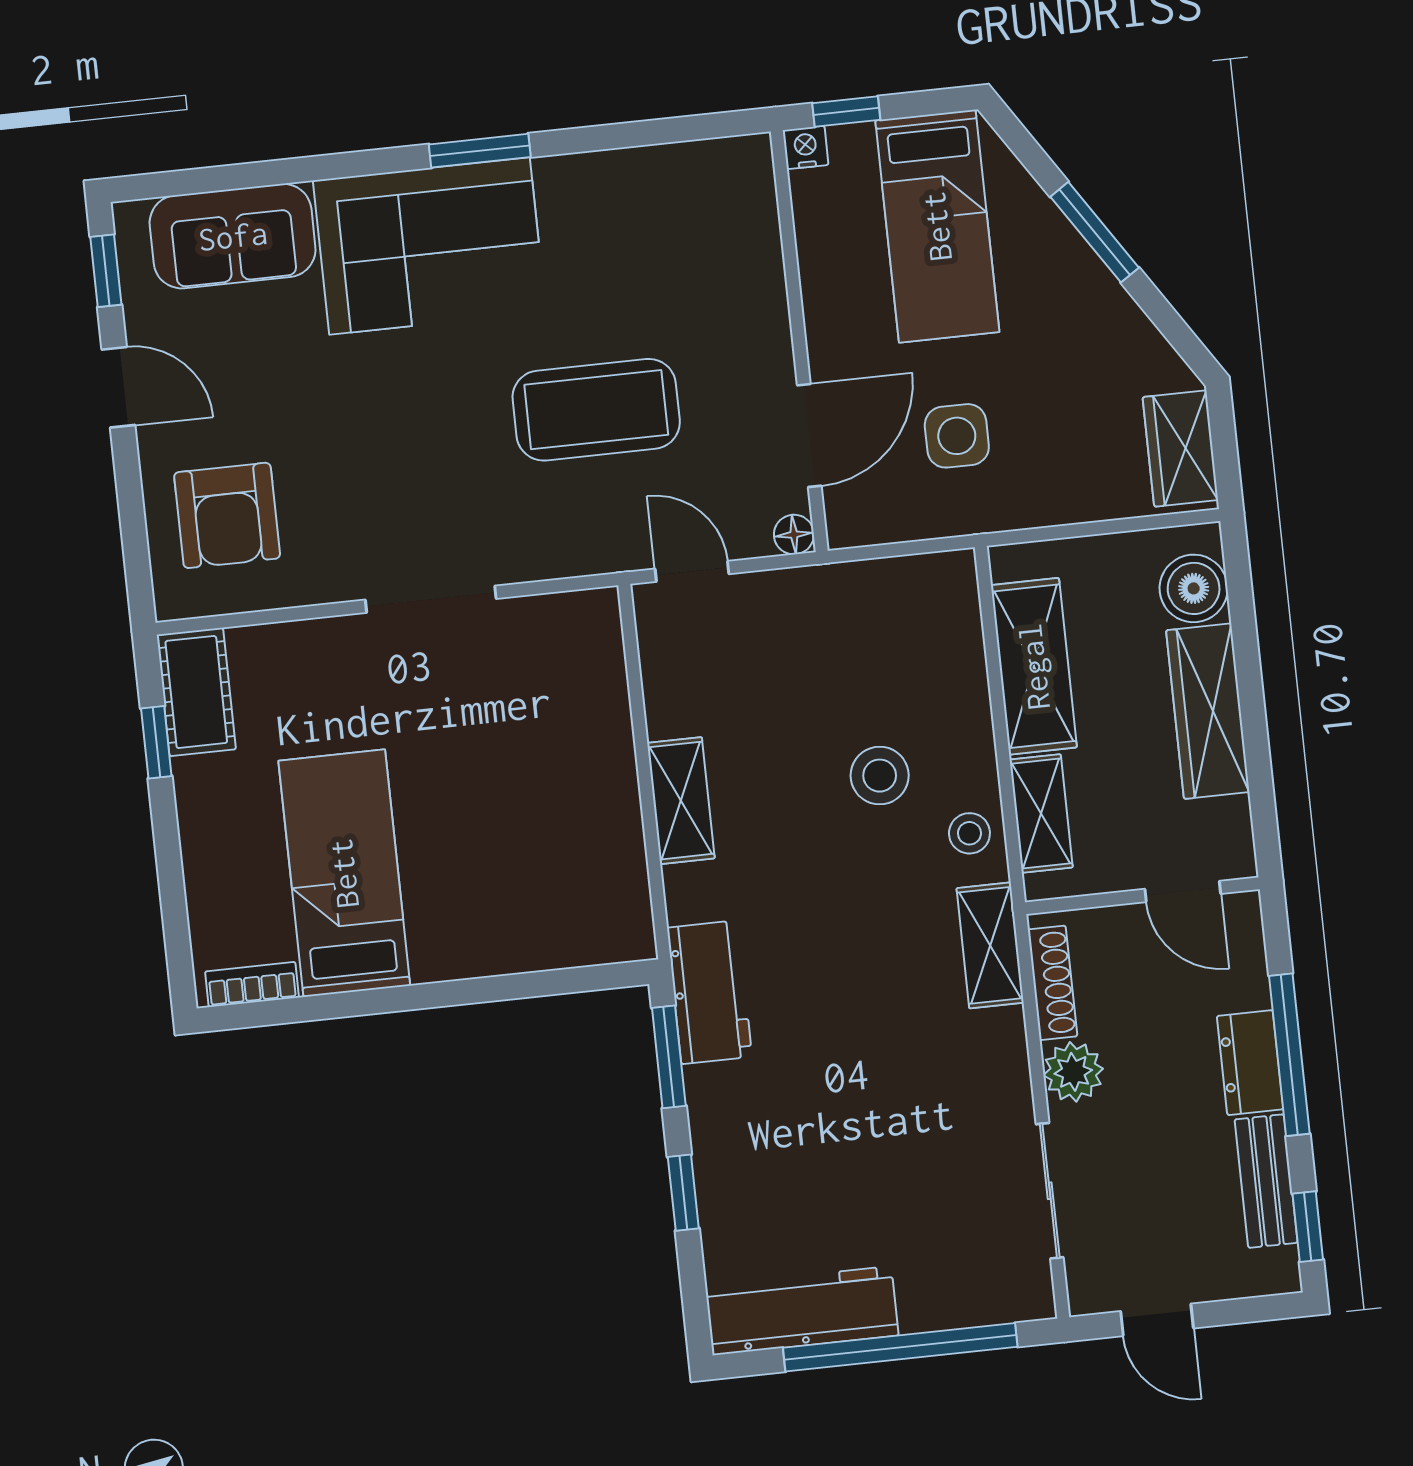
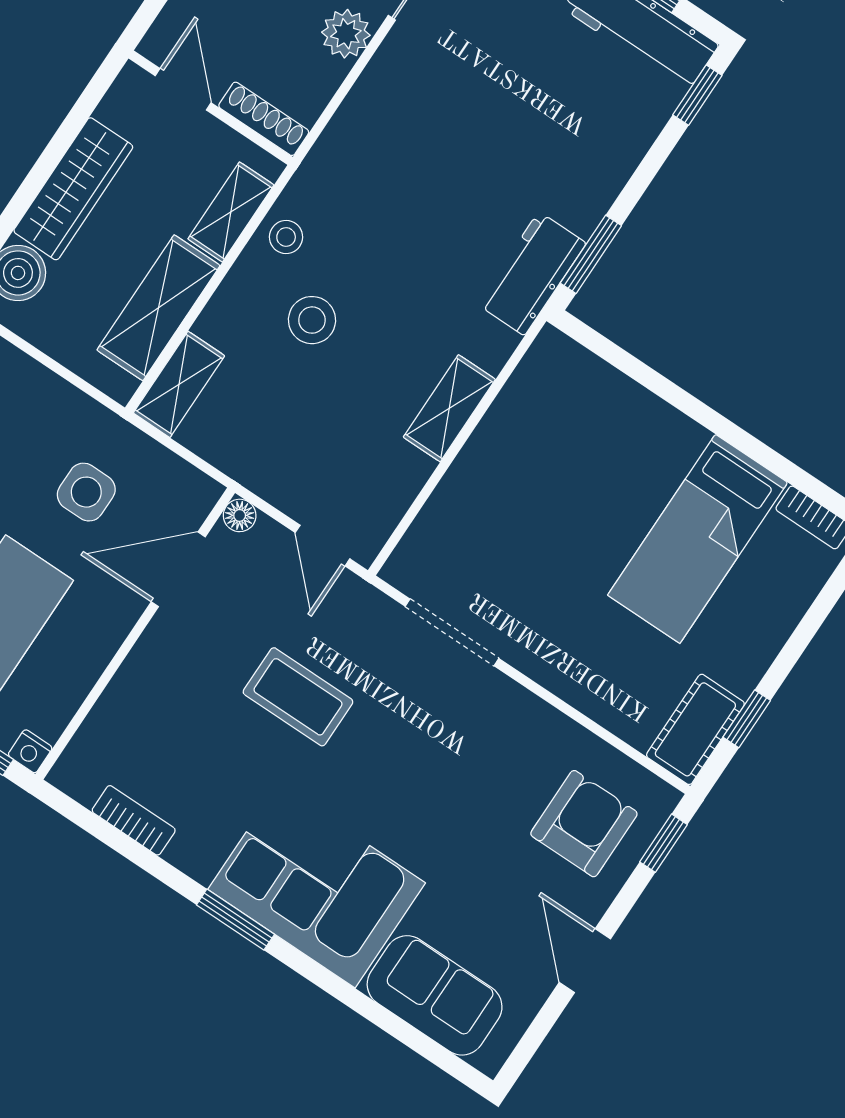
bookcase: (654, 164) -> (134, 820), added
window: (106, 271) -> (663, 843), moved
coffee table: (596, 410) -> (298, 697), width x0.73, depth x0.76
doorway: (431, 599) -> (452, 632), moved
shelving: (990, 945) -> (179, 384), moved
shoe rack: (1052, 983) -> (264, 119), moved, turned 90
window: (683, 1193) -> (697, 95), moved

